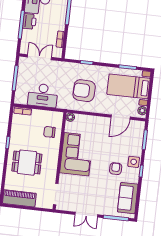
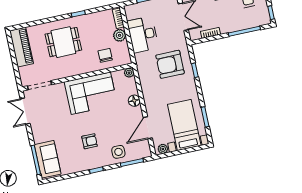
armchair: (84, 91) -> (170, 64), moved, turned -92
plant: (37, 115) -> (120, 35), added
door: (121, 117) -> (148, 128), hinge flipped
floor lamp: (95, 121) -> (134, 101), added
side table: (134, 162) -> (118, 152), moved
dining table: (27, 163) -> (63, 42), turned 90
sofa: (128, 198) -> (48, 159), moved, turned 90
double door: (86, 215) -> (25, 111), moved

